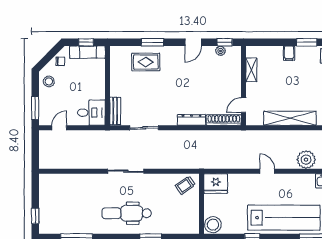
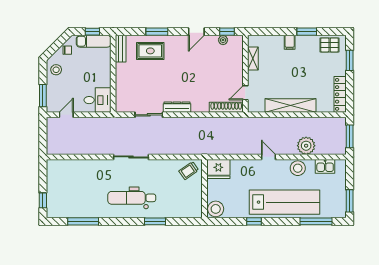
bench: (115, 111) -> (121, 49), moved
dresser: (191, 120) -> (177, 107), moved
stool: (297, 183) -> (298, 168), added

